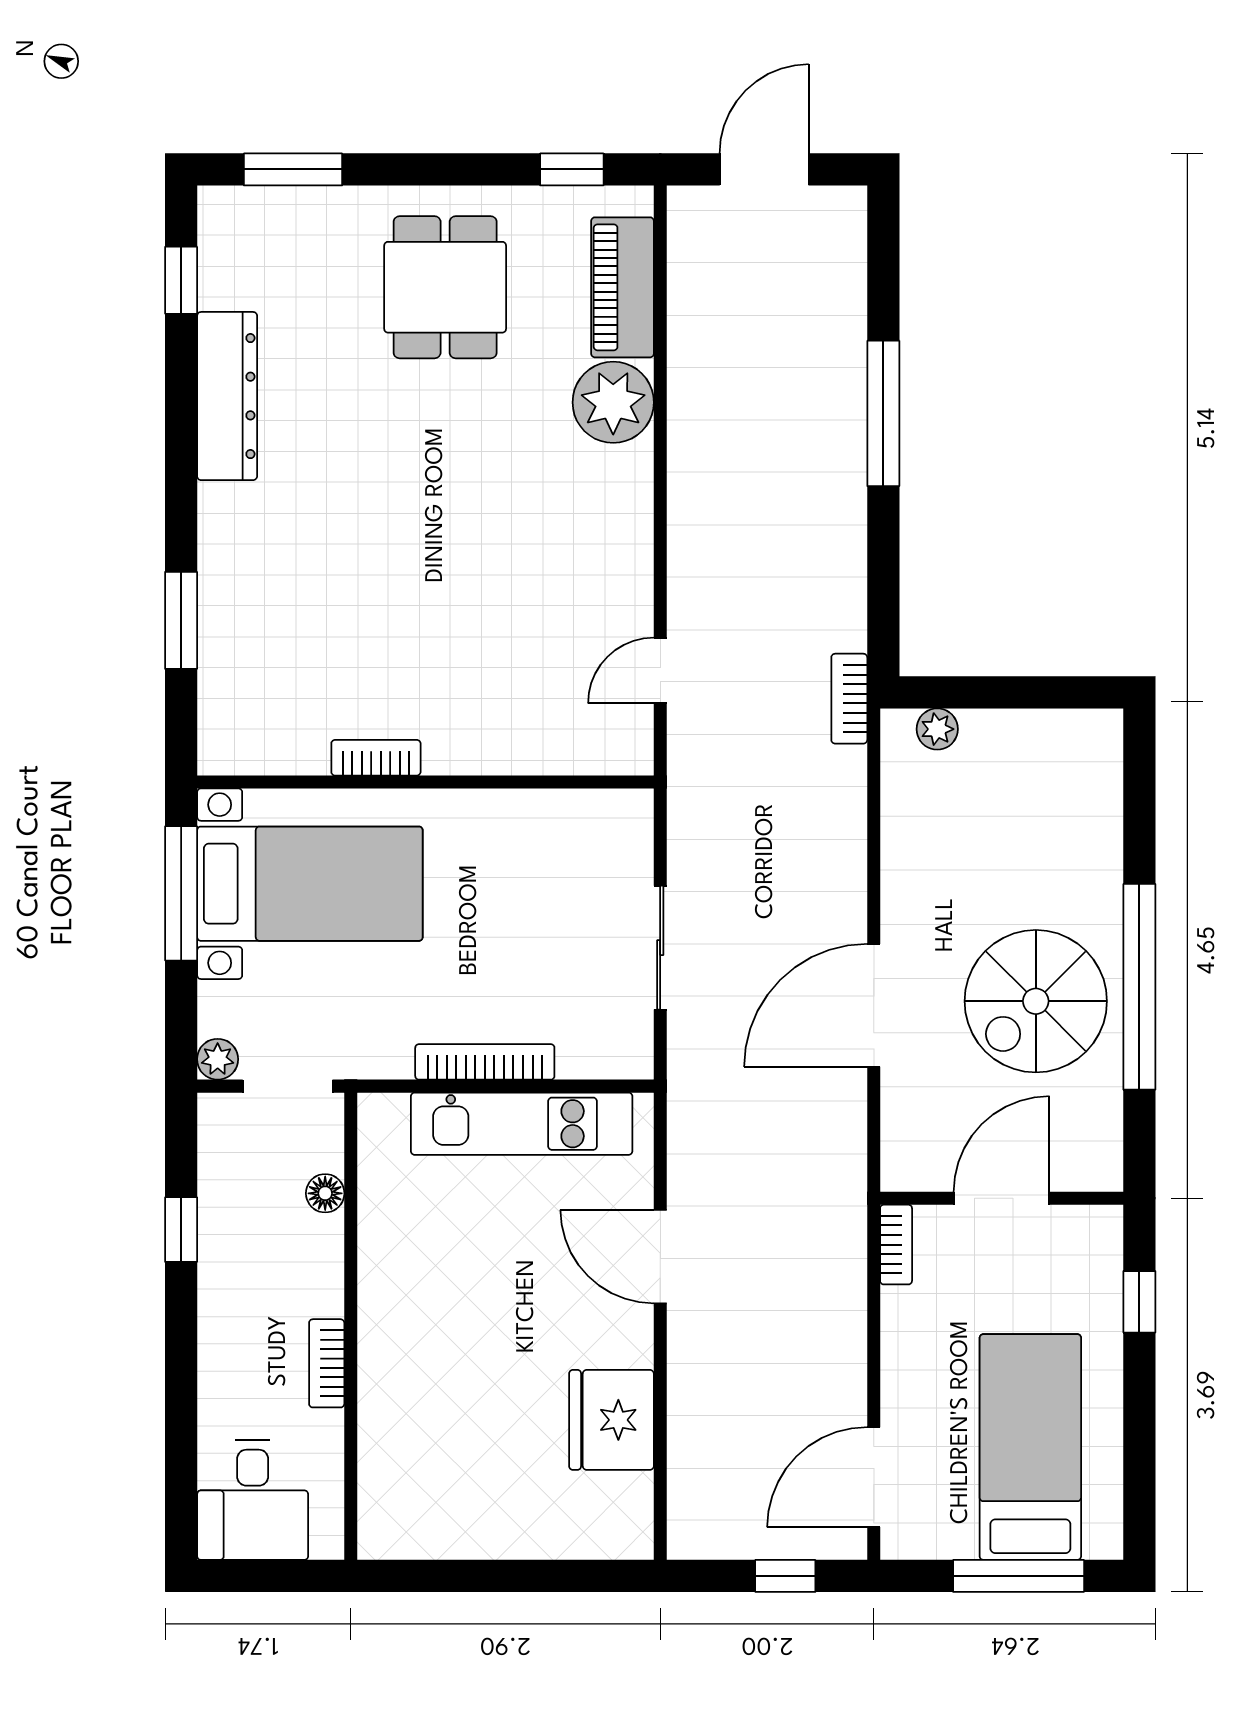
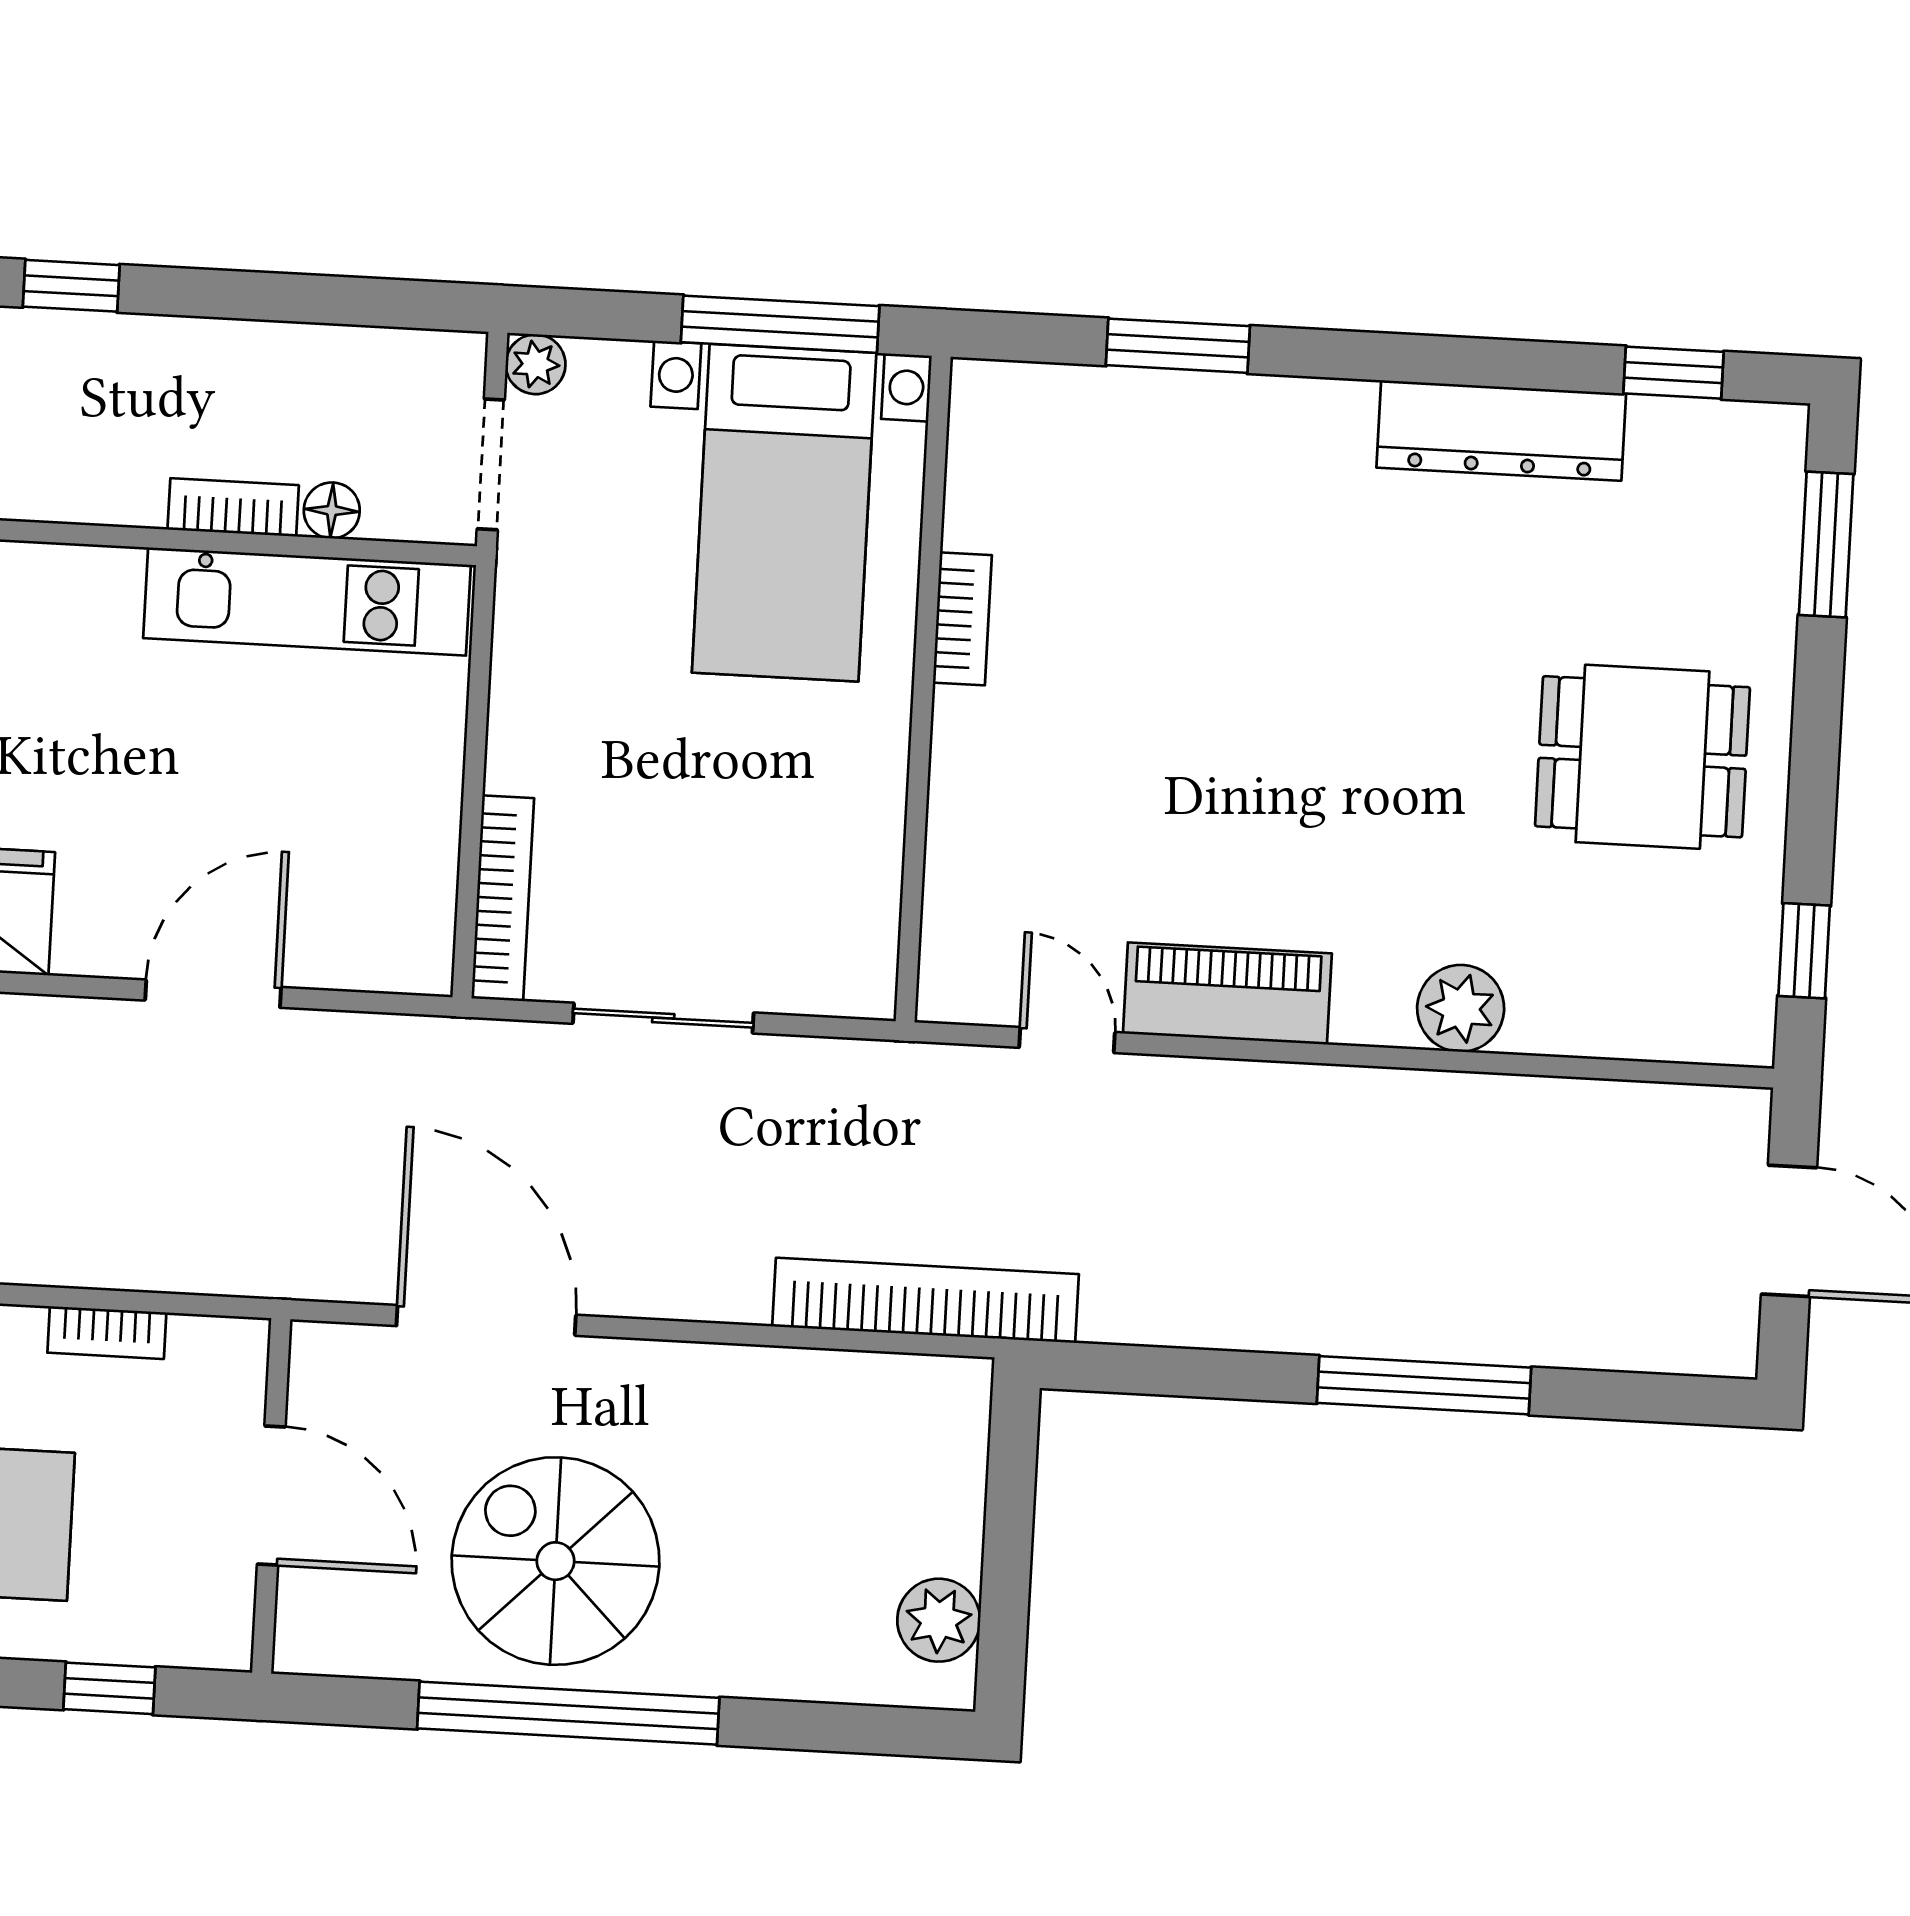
piano: (622, 287) -> (1227, 994), moved
plant: (613, 402) -> (1461, 1008), width x0.73, depth x0.73
bookcase: (849, 699) -> (926, 1300), width x2.31, depth x1.31
plant: (937, 729) -> (939, 1620), moved, width x1.38, depth x1.38
door: (874, 1005) -> (486, 1320), moved
bookcase: (485, 1062) -> (503, 898), moved
kitchen unit: (522, 1124) -> (307, 601), moved, turned -90
window: (181, 1230) -> (71, 286), moved
bookcase: (896, 1245) -> (107, 1333), moved
bookcase: (327, 1363) -> (233, 507), moved

